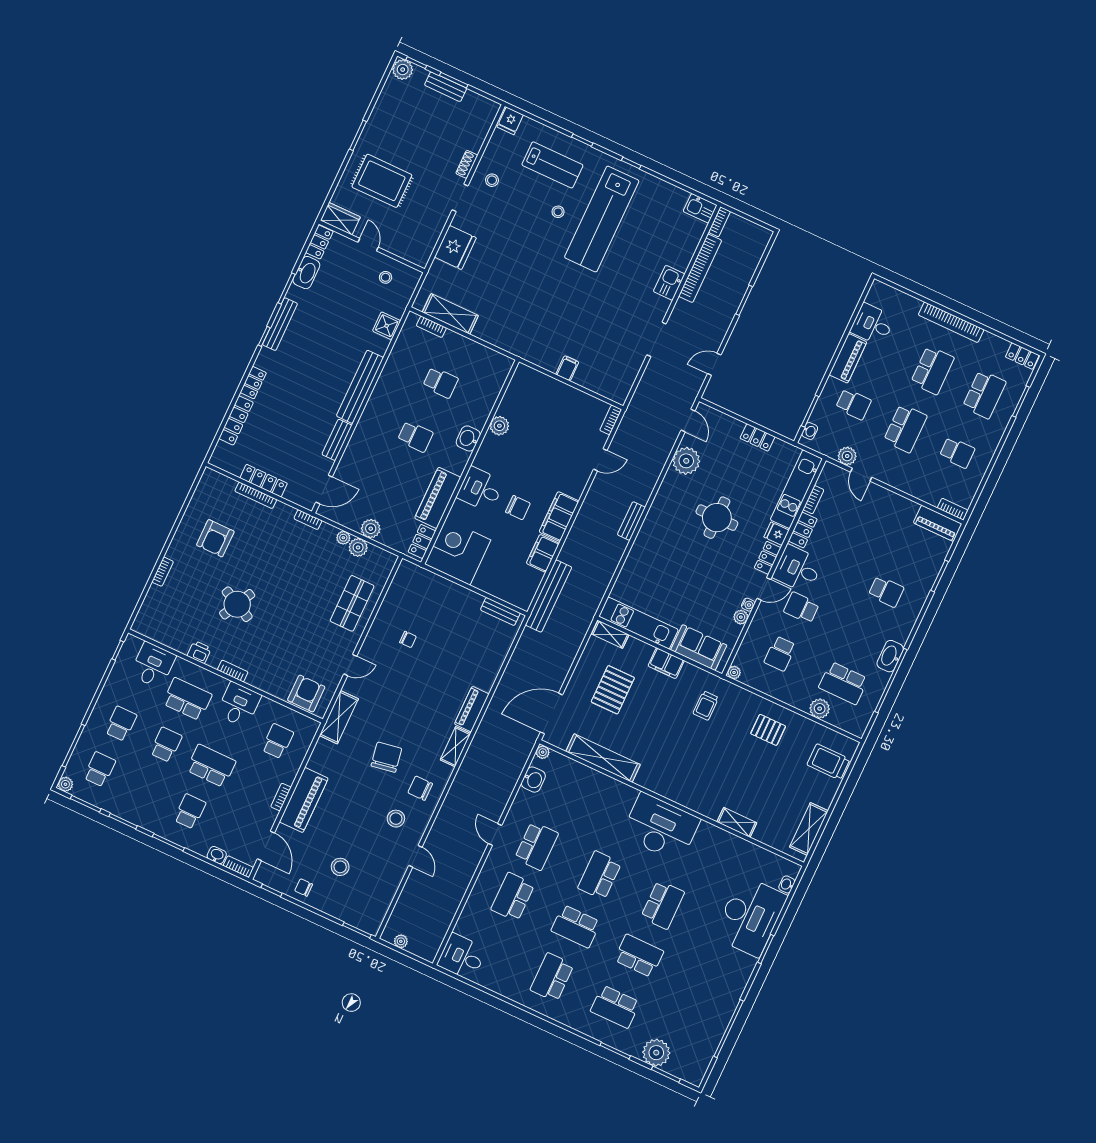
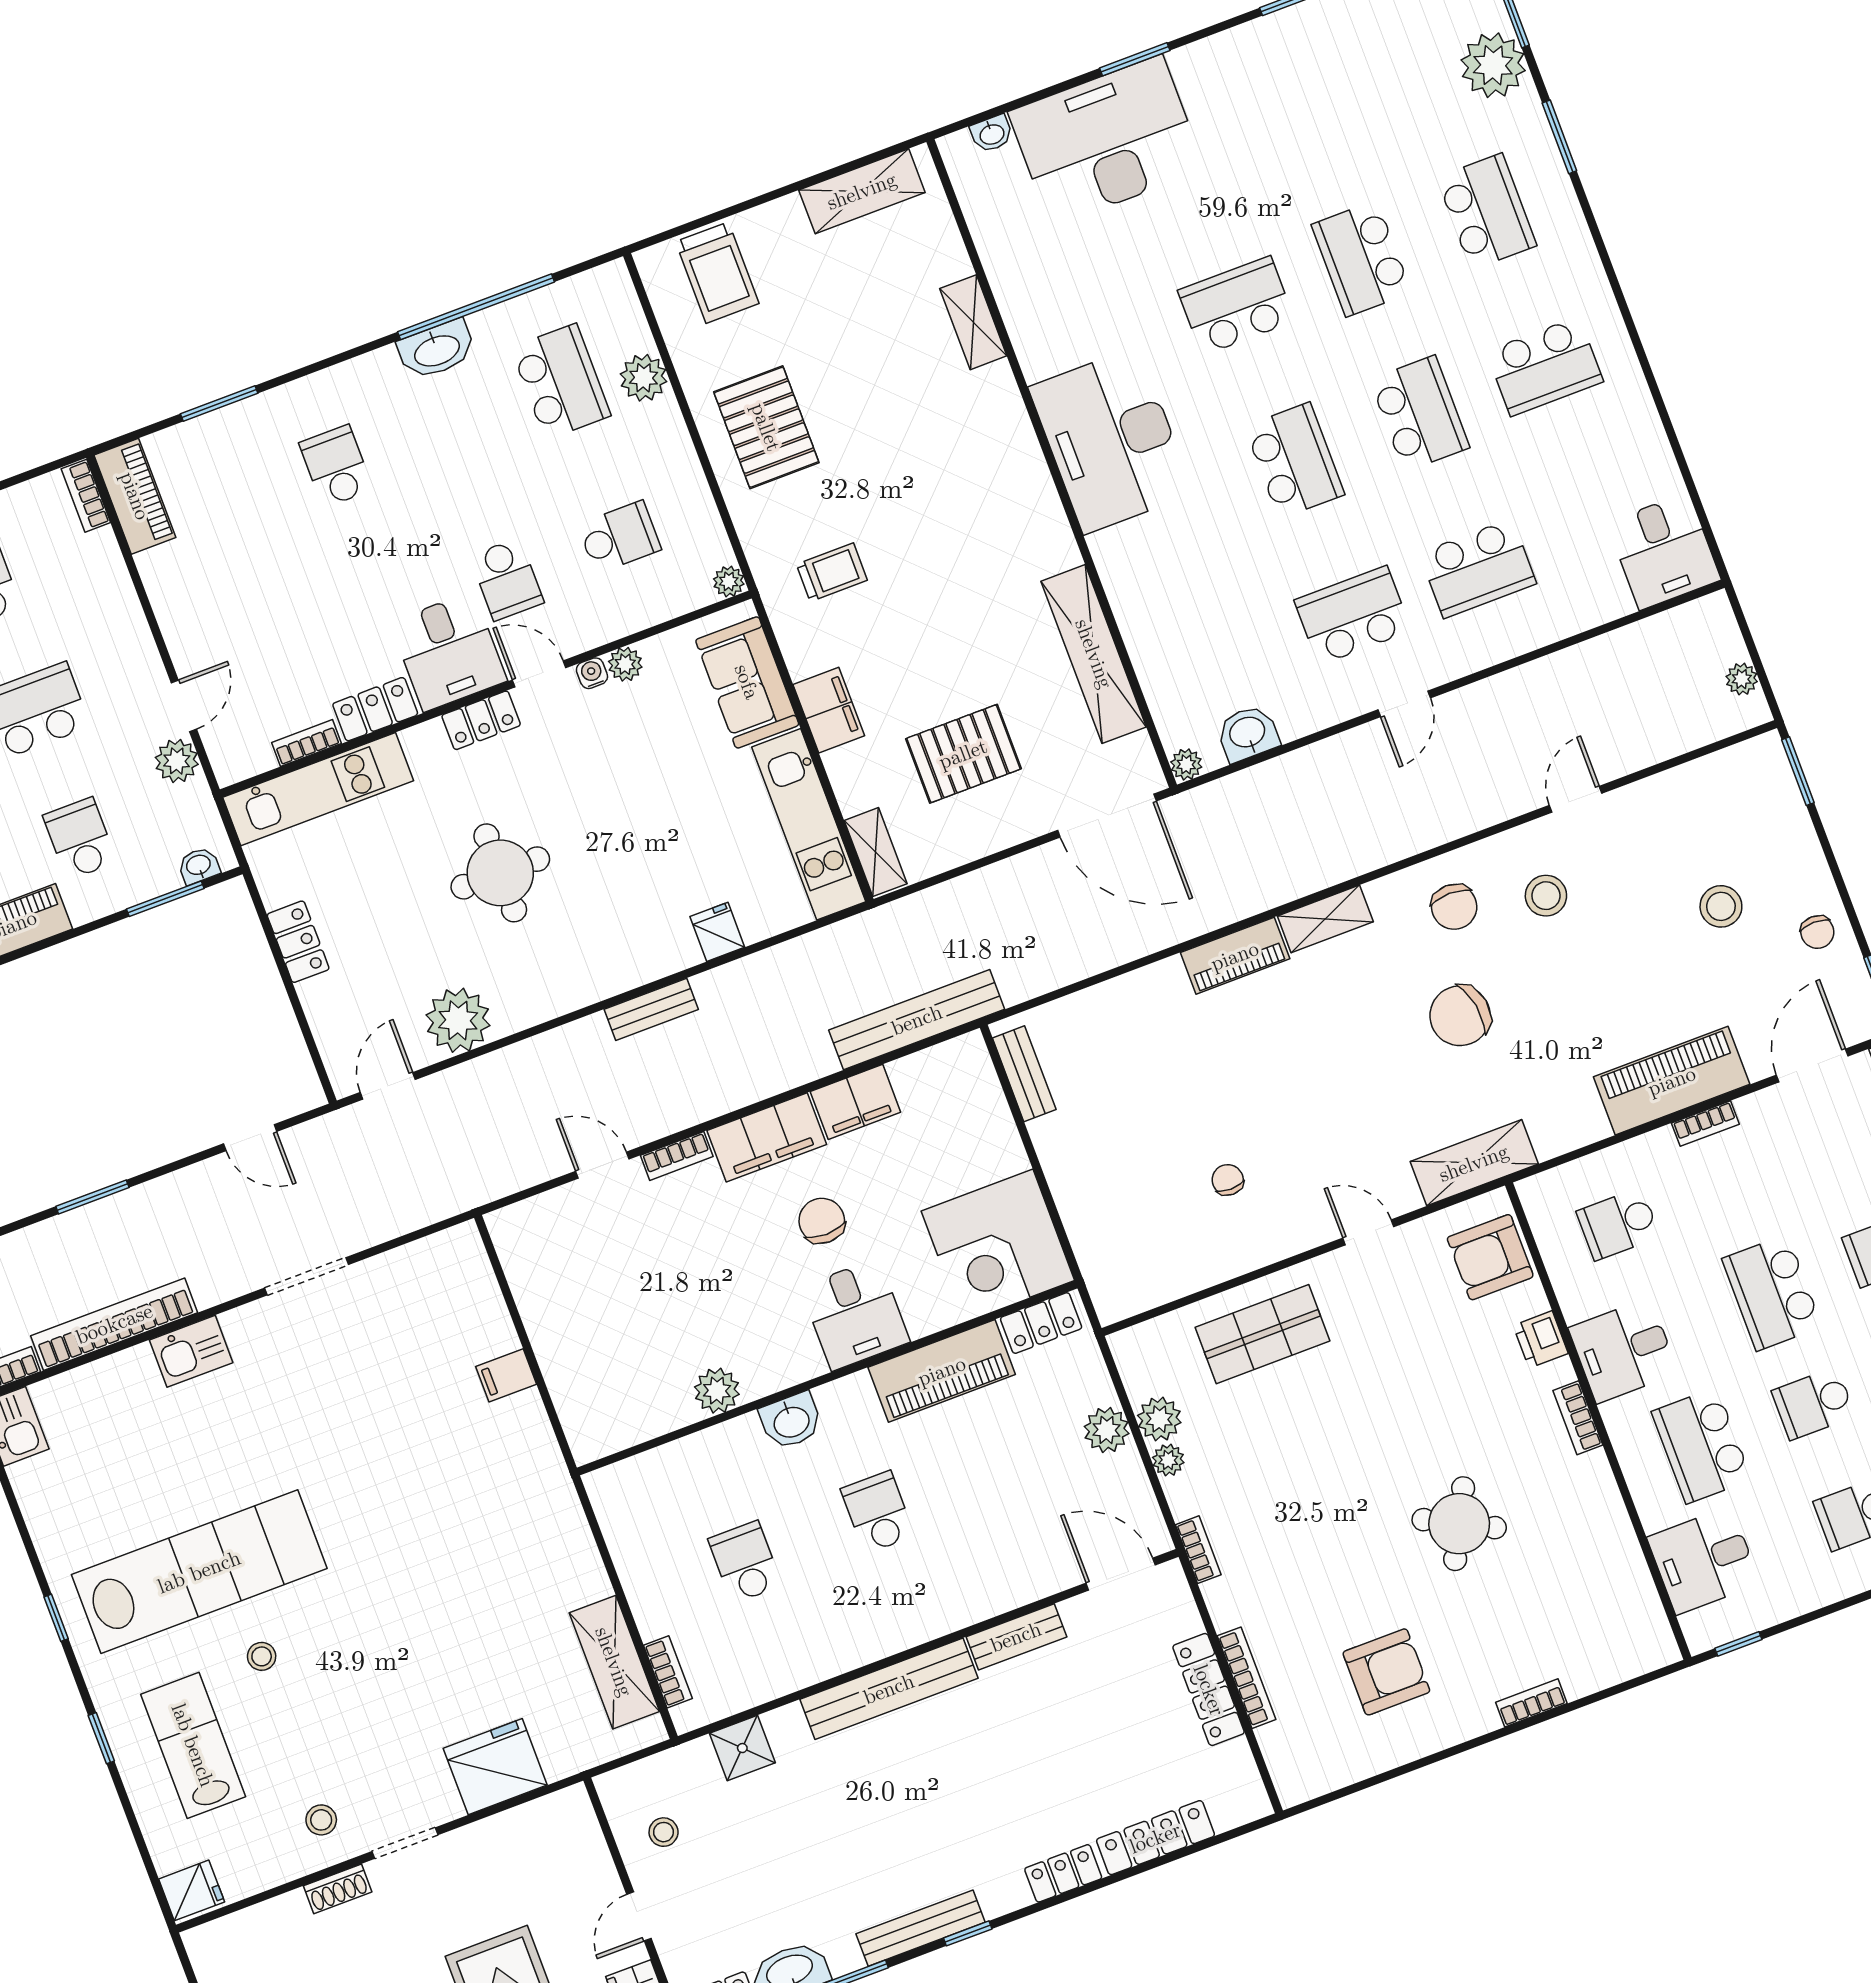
bookcase: (611, 420) -> (677, 1156), moved
fridge: (776, 534) -> (717, 932), moved, turned 180
printer: (199, 652) -> (1541, 1339), moved
pallet: (768, 730) -> (766, 427), width x1.50, depth x1.42
school desk: (600, 875) -> (1294, 461), turned -90

